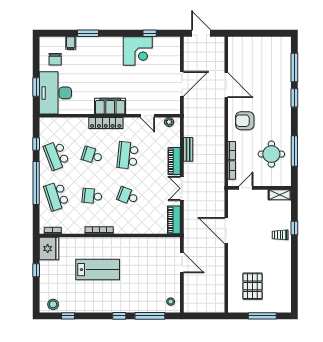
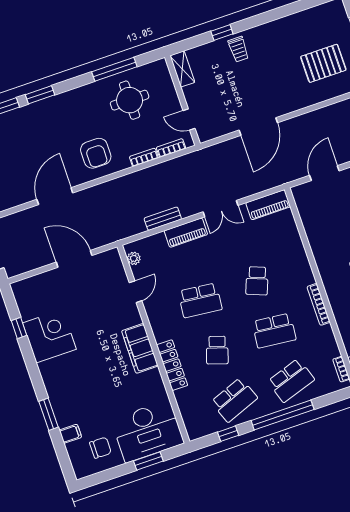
locker: (106, 123) -> (172, 365), moved
school desk: (92, 196) -> (274, 331), width x1.85

